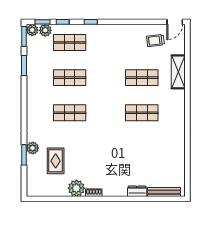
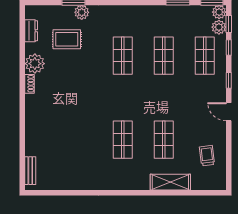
door: (175, 22) -> (229, 112), moved
dresser: (137, 191) -> (31, 31), moved
bench: (164, 192) -> (30, 171), width x0.73

